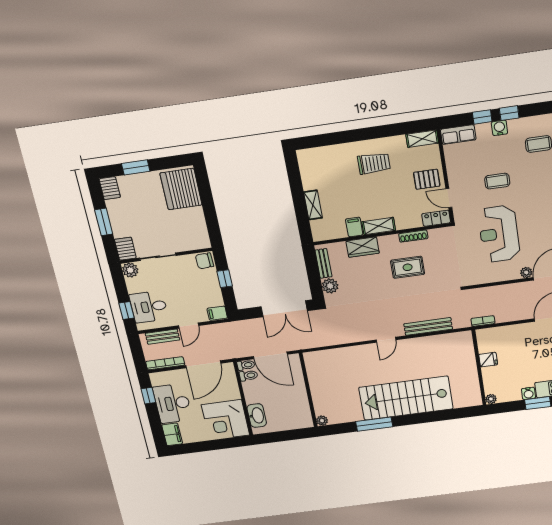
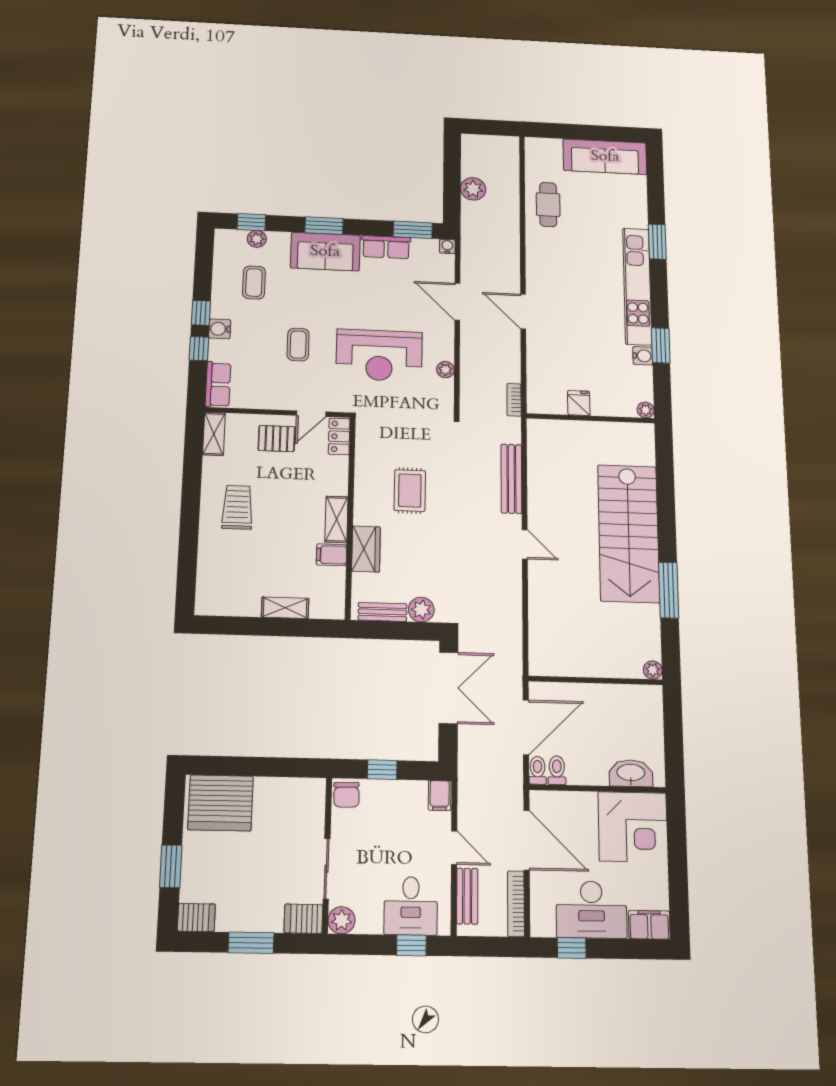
pallet: (427, 179) -> (277, 439), turned 90
shoe rack: (413, 236) -> (361, 473), removed
plant: (526, 272) -> (445, 370), moved

